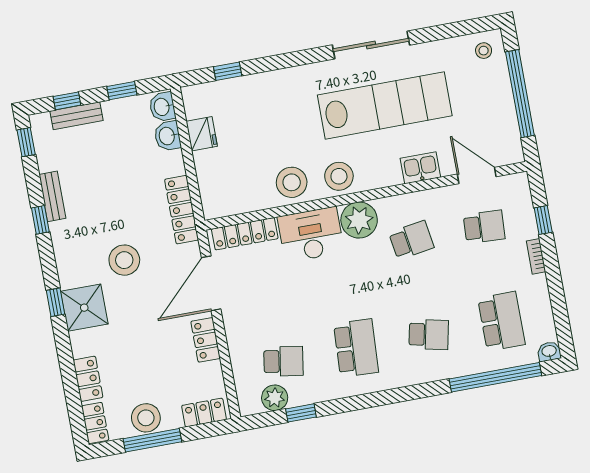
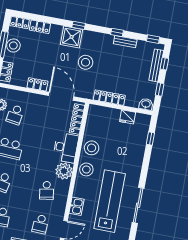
lab bench: (385, 105) -> (110, 201), turned 180
bench: (77, 116) -> (156, 65), width x1.36
washbasin: (167, 136) -> (132, 102), removed
locker: (182, 210) -> (109, 98), moved

